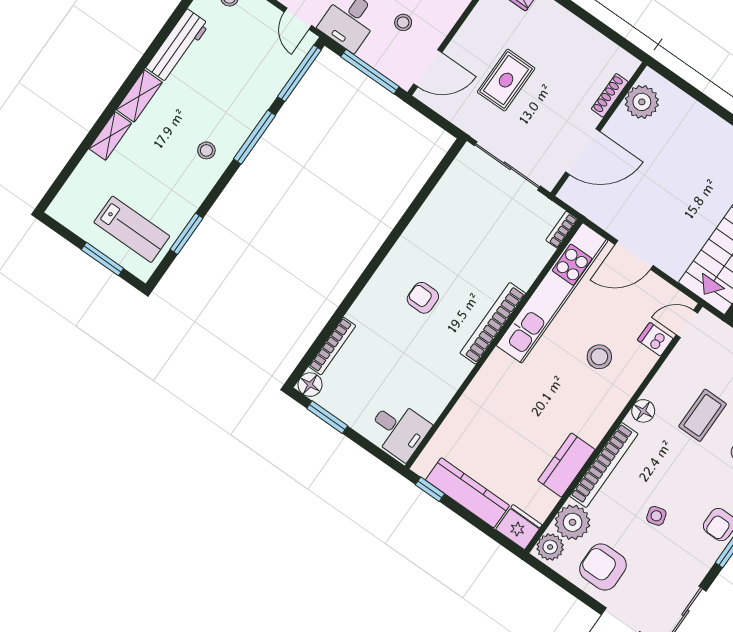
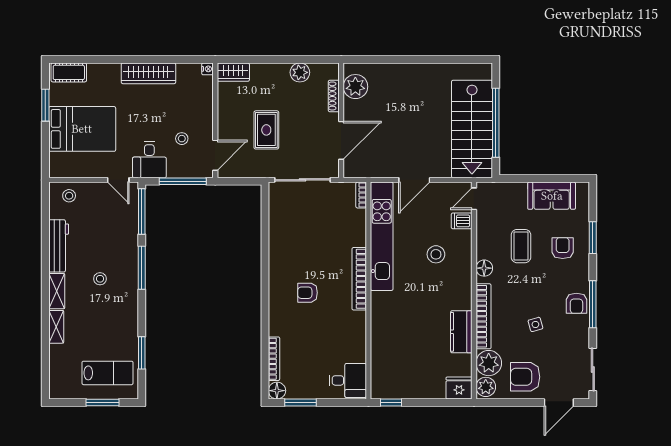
plant: (590, 42) -> (300, 72), added
stool: (206, 150) -> (100, 279), moved
kitchen counter: (468, 493) -> (415, 389), removed

